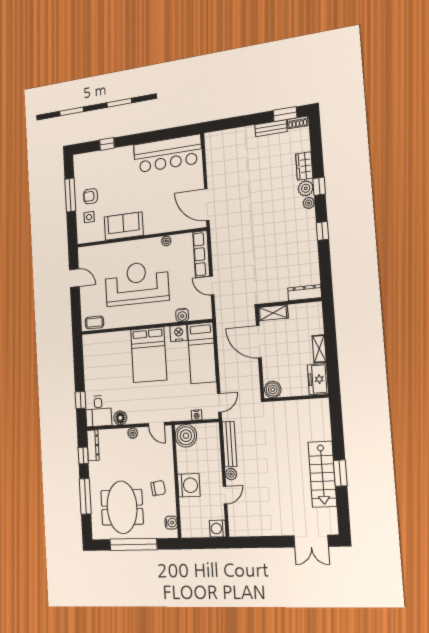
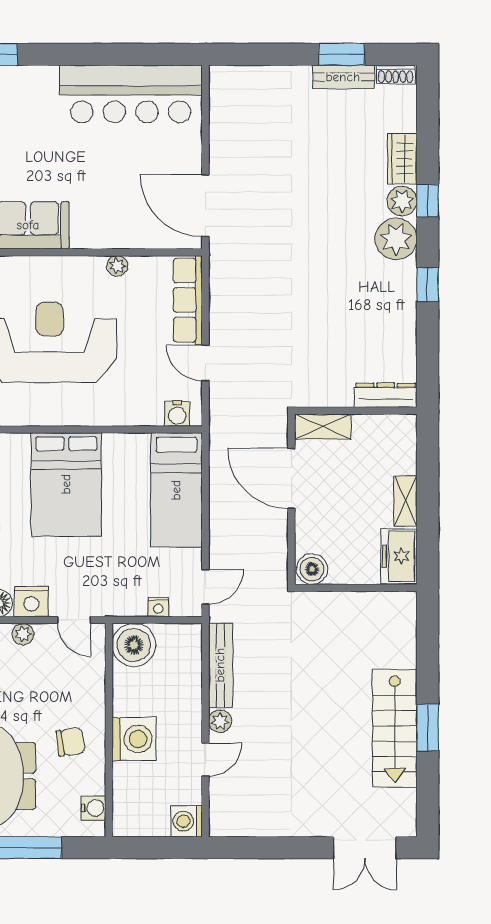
window: (285, 114) -> (342, 54), moved
plant: (309, 203) -> (396, 239), width x1.87, depth x1.87
water cooler: (182, 315) -> (177, 414), moved
nightstand: (179, 333) -> (31, 601), moved, turned 180

